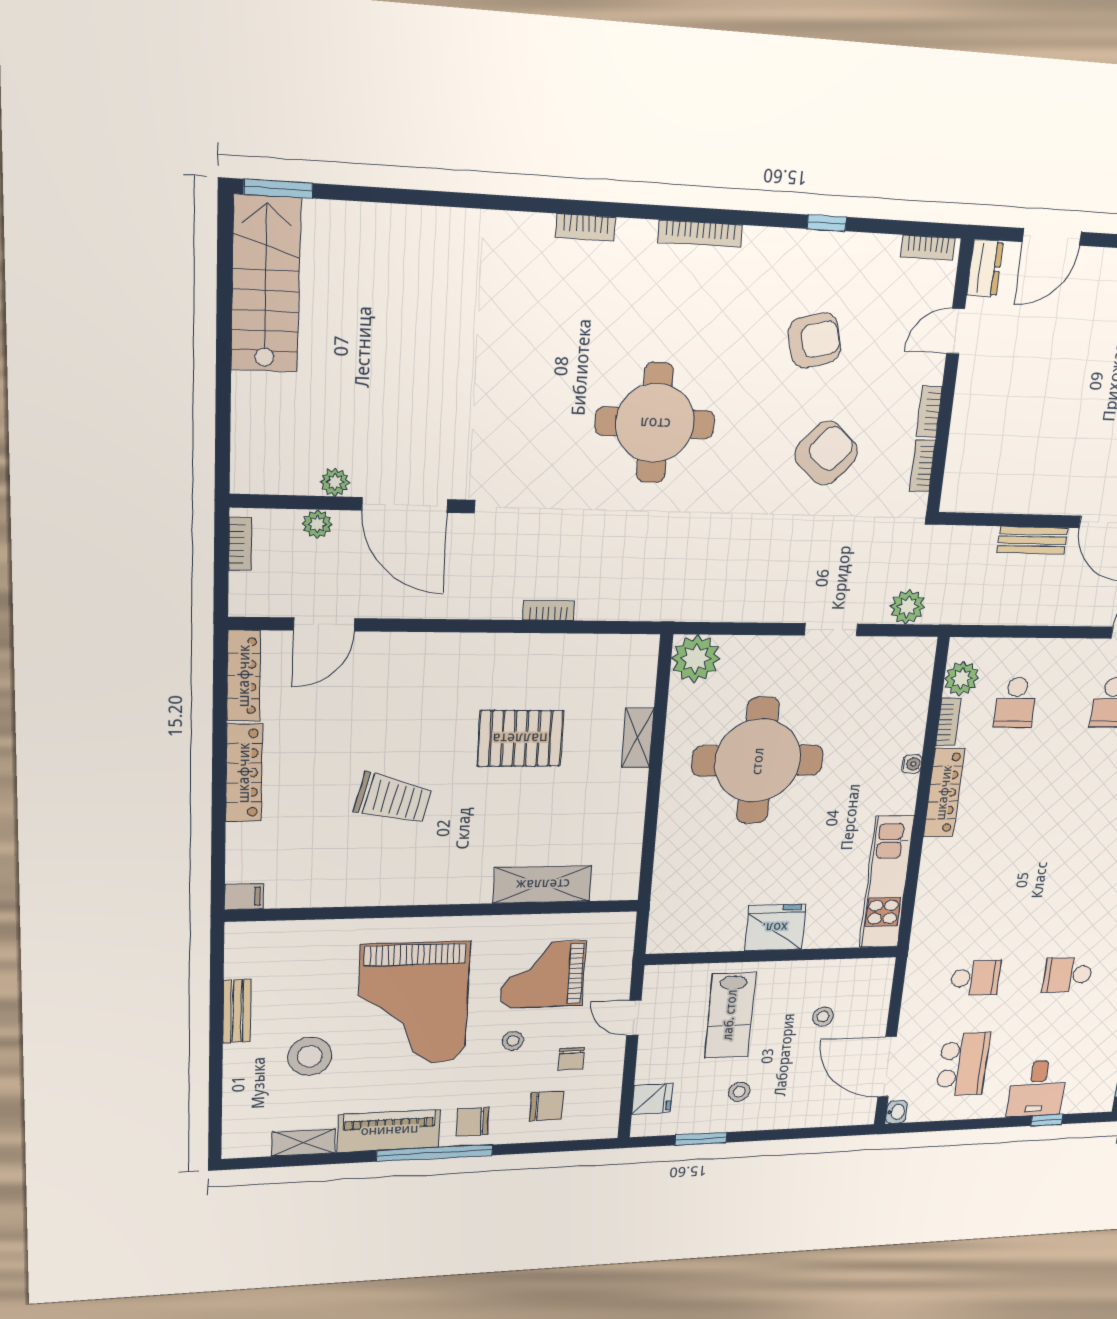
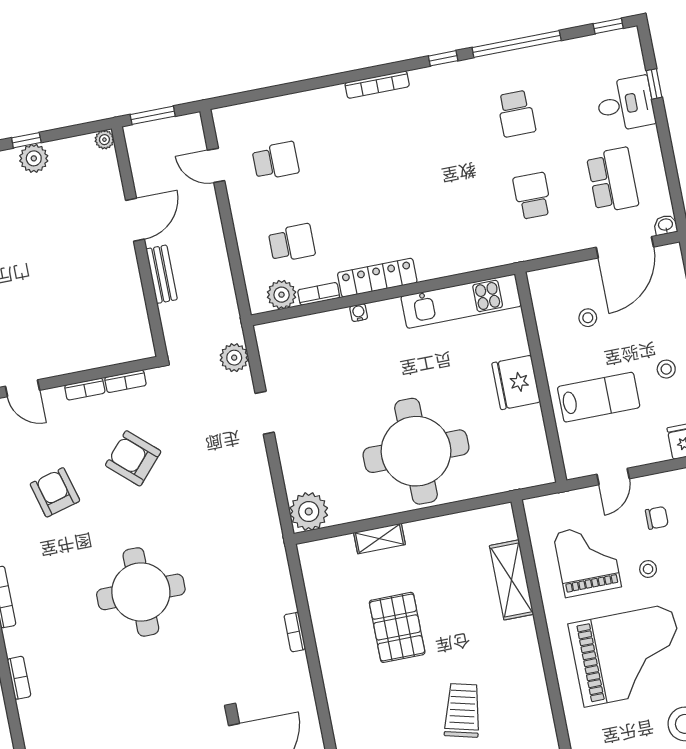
round table: (758, 761) -> (416, 451), moved
grand piano: (543, 975) -> (587, 560), turned 180
school desk: (963, 1064) -> (613, 180), turned 90

